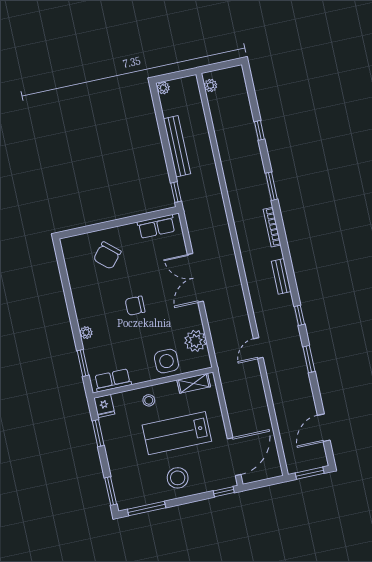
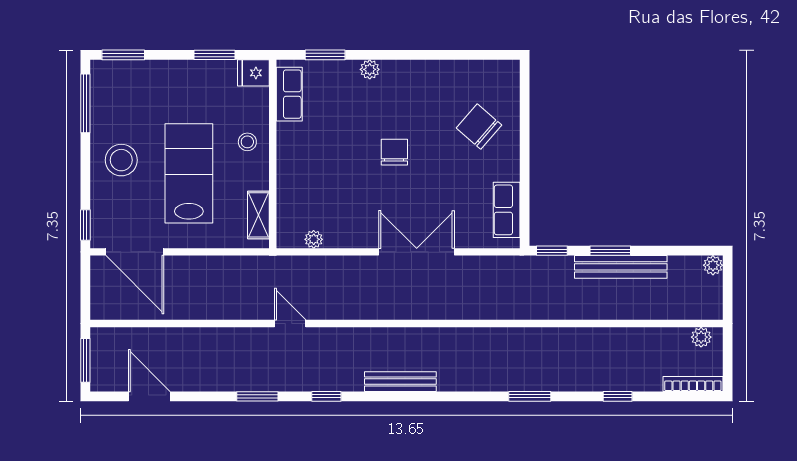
window: (168, 155) -> (610, 251), added
bookcase: (272, 227) -> (693, 384), moved
bench: (281, 276) -> (400, 382), width x1.36
plant: (195, 341) -> (314, 239), width x0.53, depth x0.53
side table: (166, 361) -> (301, 181), removed

